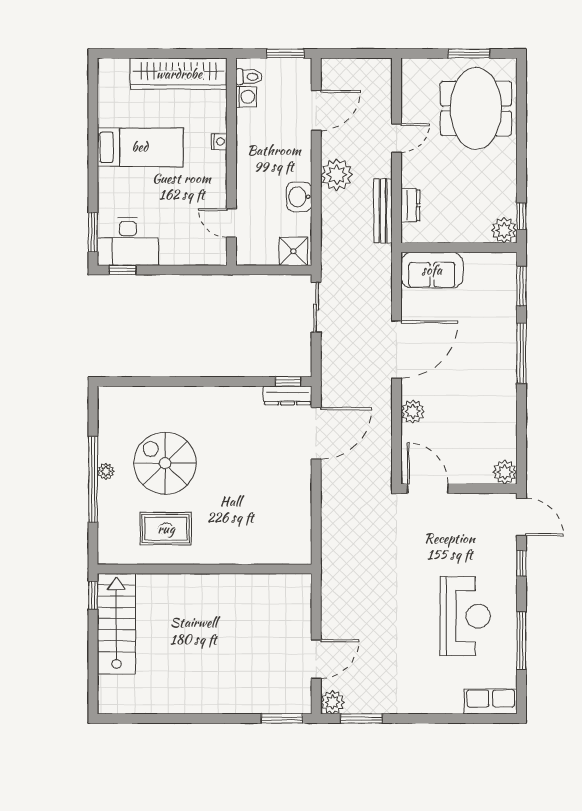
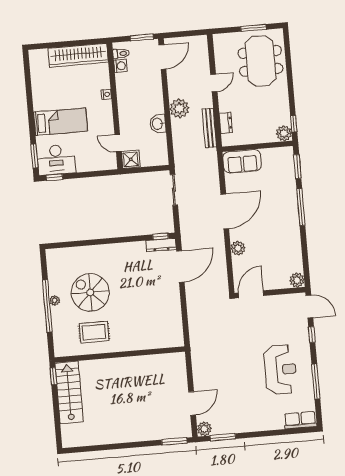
door: (316, 110) -> (162, 57), moved
bed: (140, 147) -> (60, 122), moved
shower: (293, 251) -> (131, 159), moved
door: (428, 489) -> (251, 294), hinge flipped

